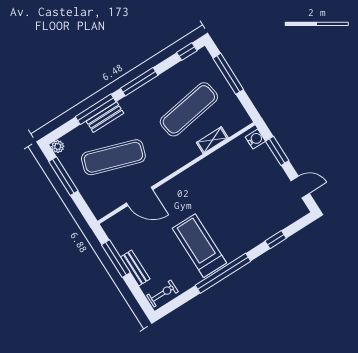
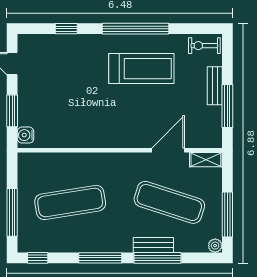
shelving: (212, 140) -> (206, 160), moved
door: (139, 196) -> (168, 150), hinge flipped
treadmill: (199, 246) -> (141, 69), turned -90

